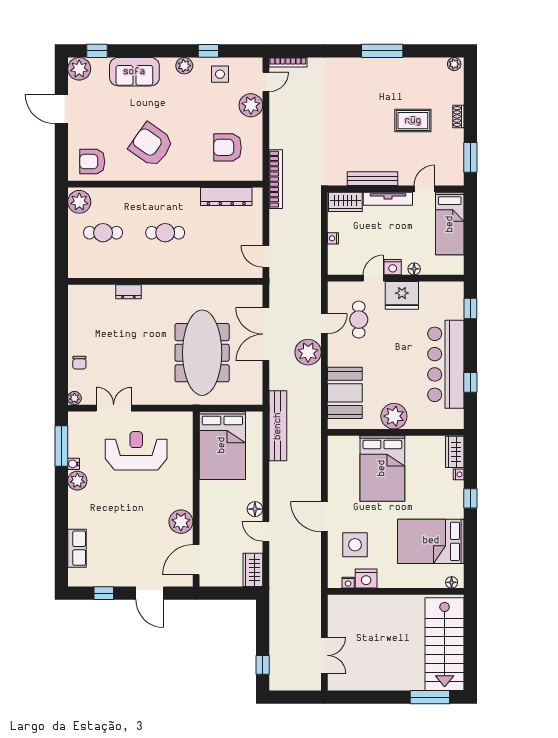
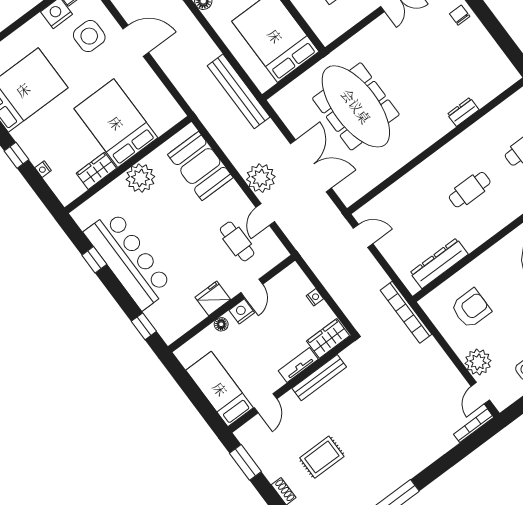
tv unit: (388, 199) -> (298, 365), width x0.71
fridge: (402, 295) -> (213, 298), width x0.73, depth x0.75
wardrobe: (455, 452) -> (96, 171), moved, turned -90

